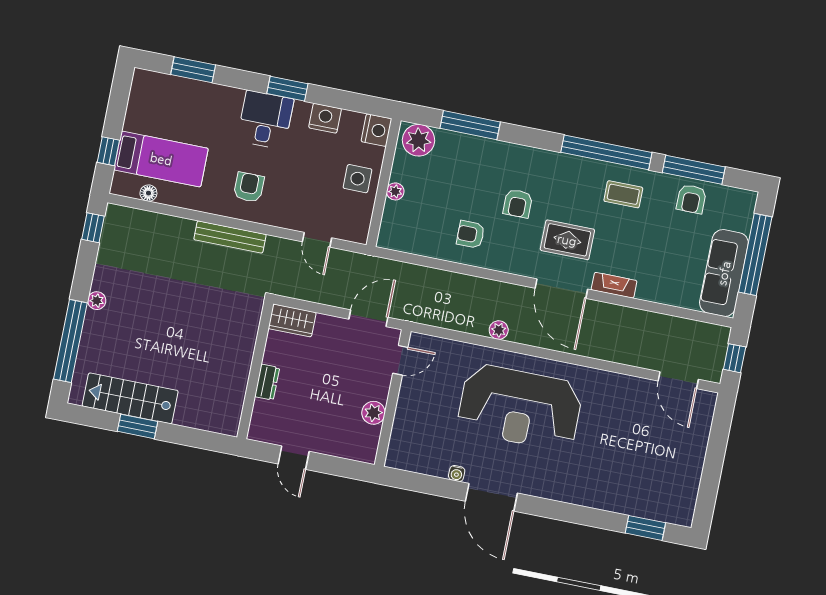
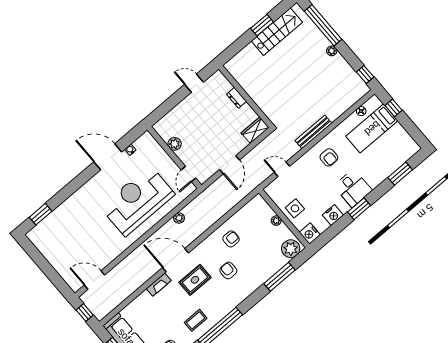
door: (400, 360) -> (188, 174), moved
wall: (393, 398) -> (174, 157), moved
plant: (373, 413) -> (175, 144), moved

